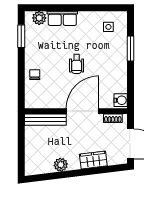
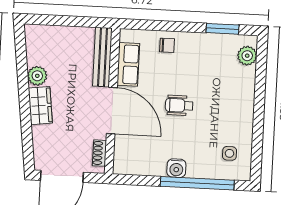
row of seats: (62, 18) -> (128, 64), moved, turned 180
window: (131, 49) -> (197, 183), width x2.11
water cooler: (121, 100) -> (176, 168), moved
wardrobe: (93, 160) -> (40, 106), moved

